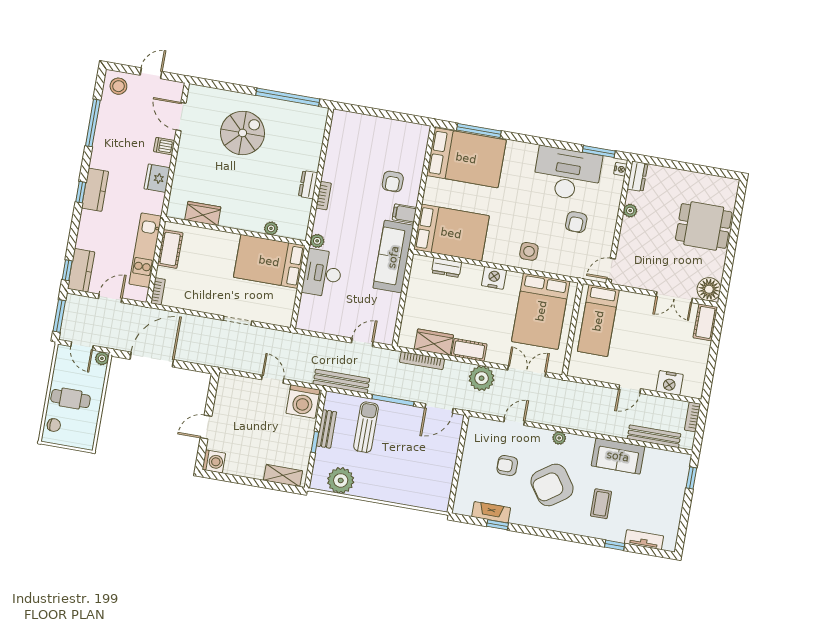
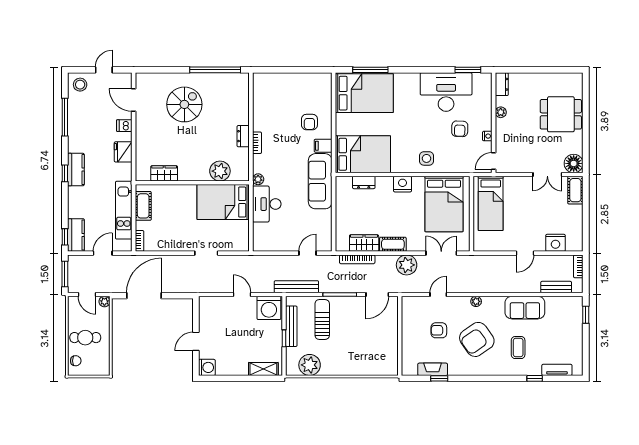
nightstand: (620, 169) -> (487, 136), moved
plant: (271, 228) -> (220, 171), width x1.88, depth x1.88
bench: (327, 429) -> (291, 326), width x1.36
bench: (654, 436) -> (556, 287), width x0.73

